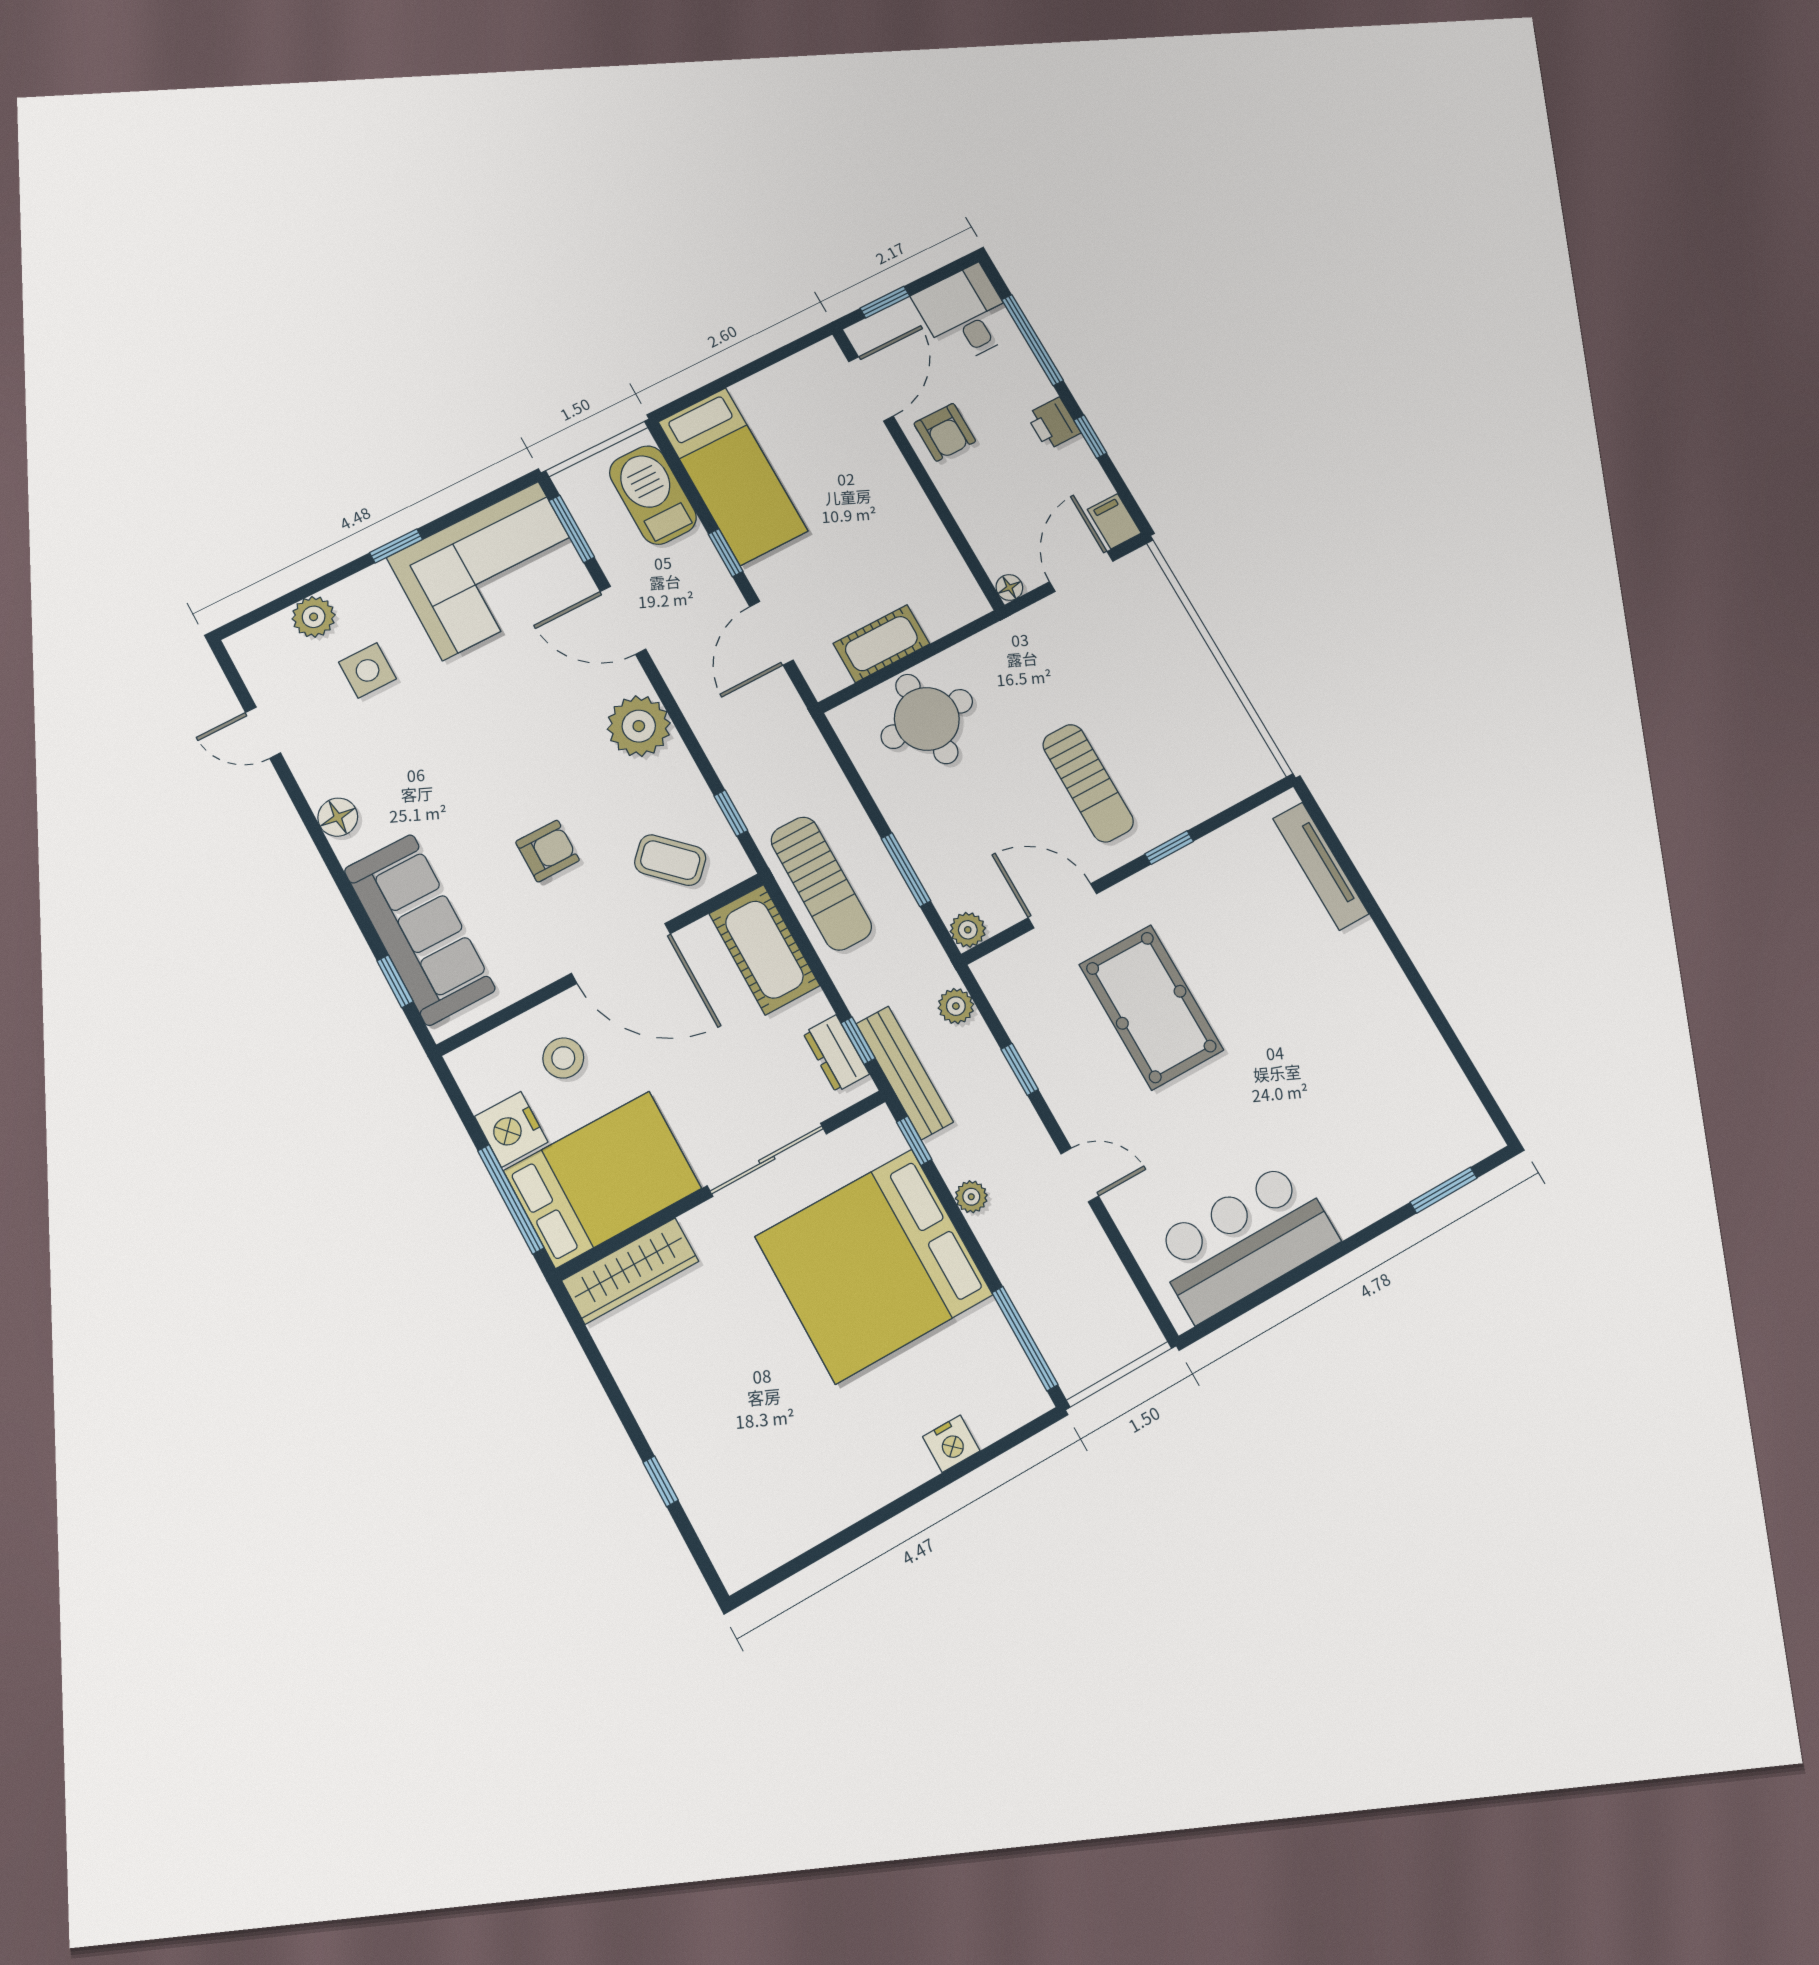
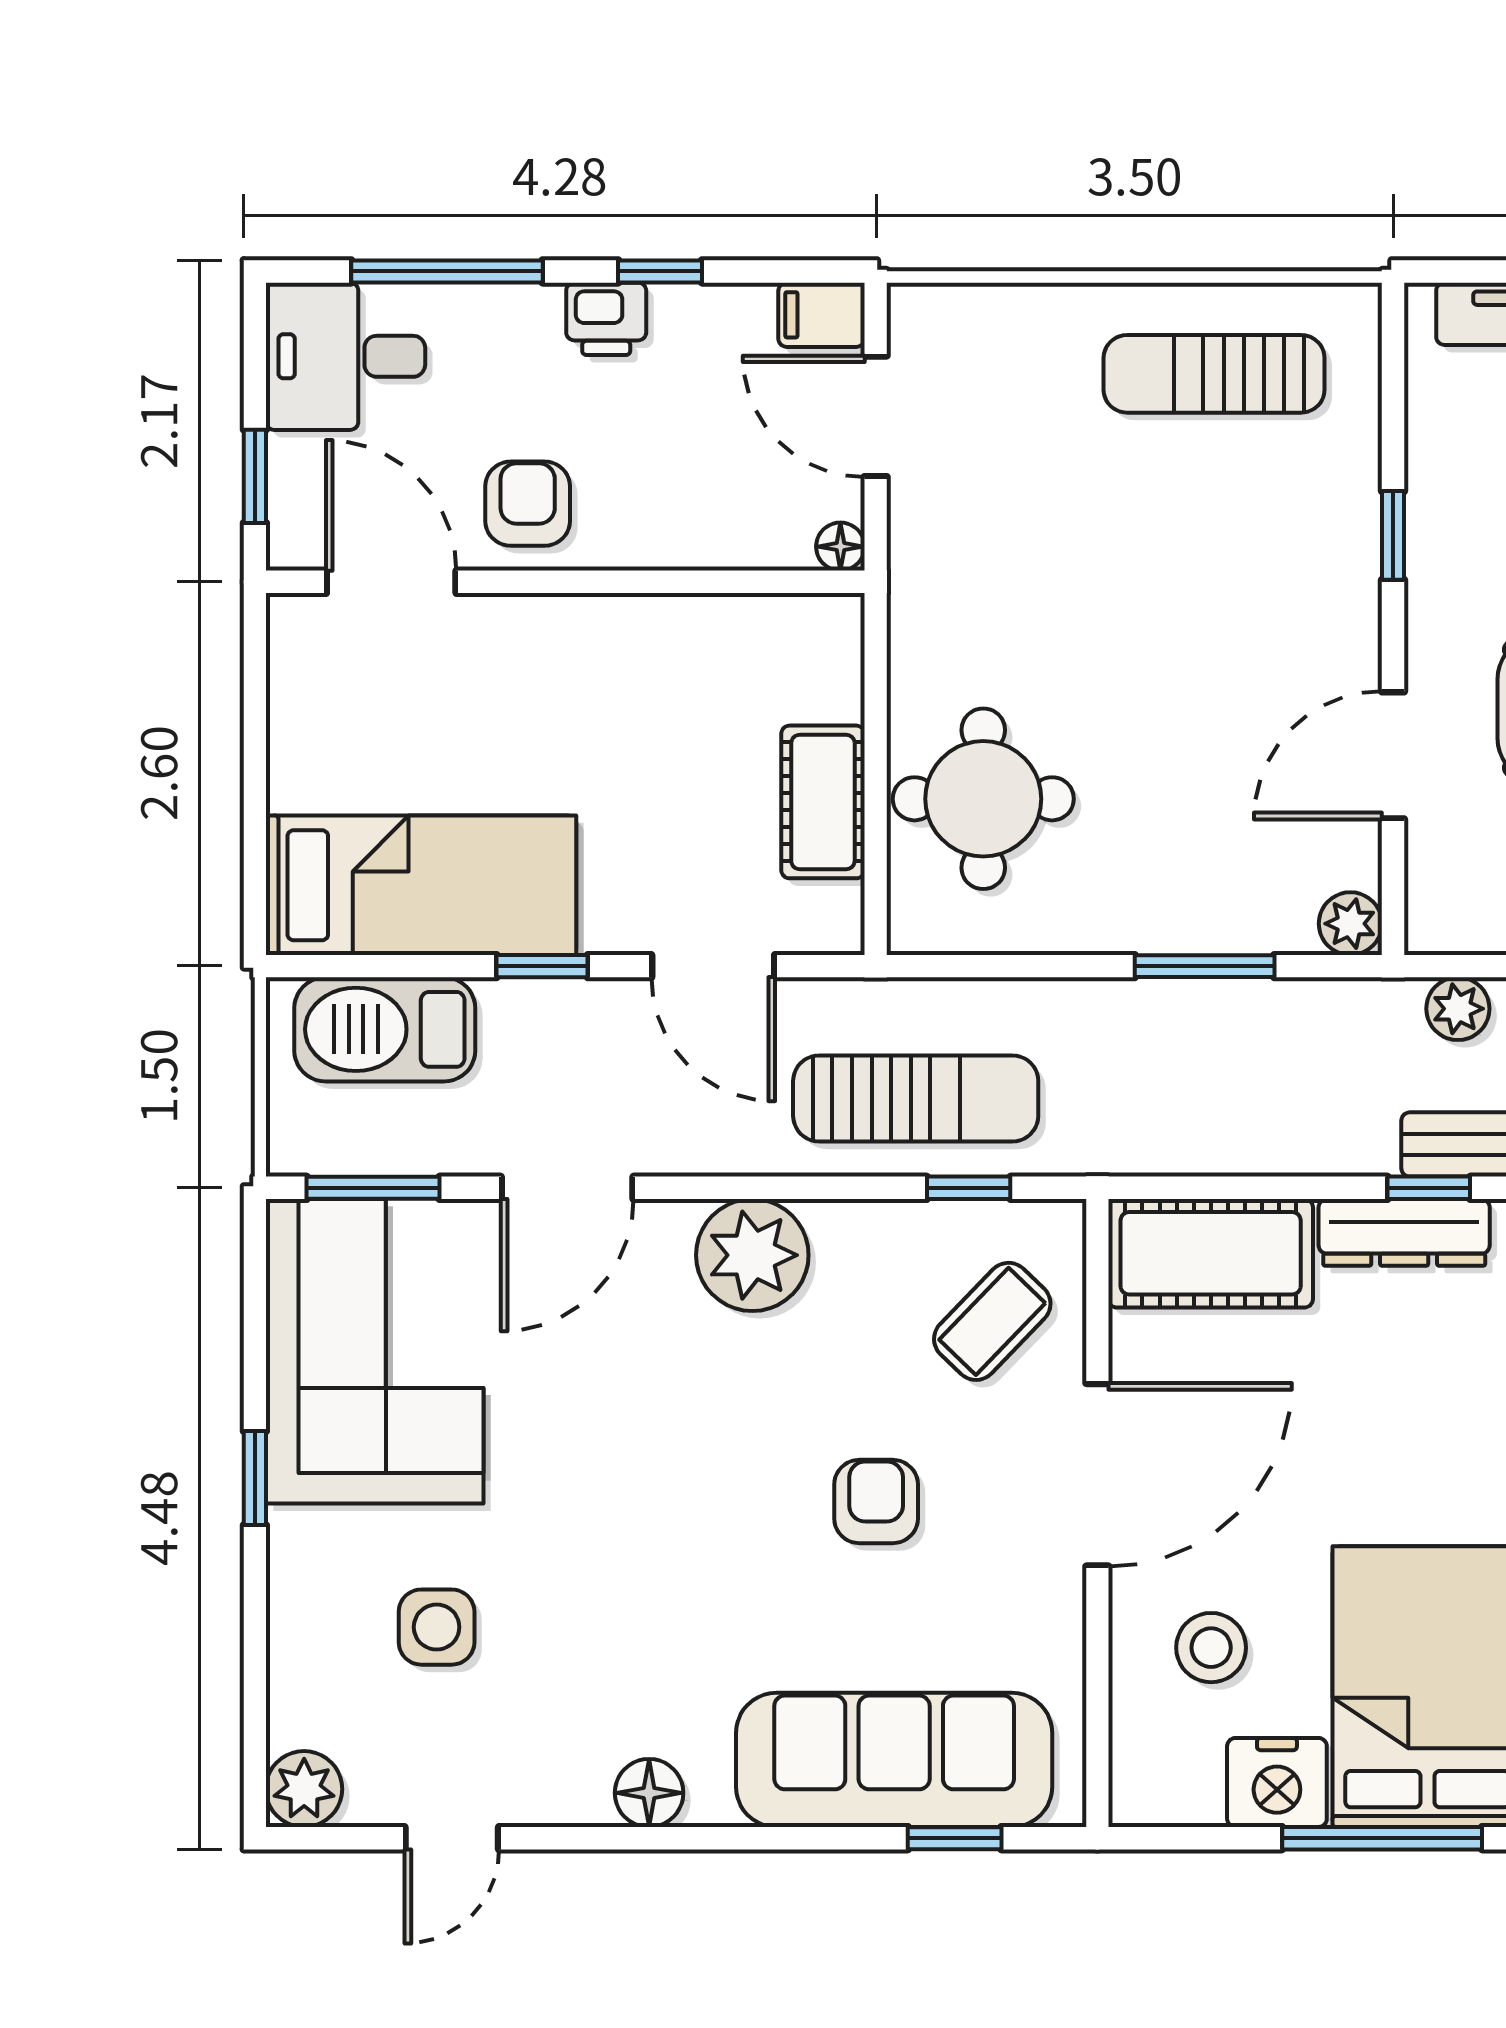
armchair: (945, 432) -> (528, 504), turned -90
plant: (314, 617) -> (304, 1789), moved
sun lounger: (1088, 783) -> (1214, 374), moved, turned 180
sun lounger: (821, 883) -> (916, 1098), moved
dresser: (836, 1054) -> (1404, 1232), width x1.44

